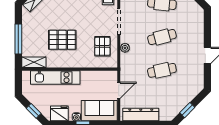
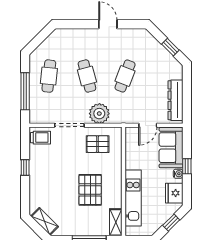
plant: (125, 48) -> (99, 114), width x1.88, depth x1.88
cafe table: (162, 70) -> (125, 76), turned 33
door: (119, 90) -> (148, 125), swing flipped

